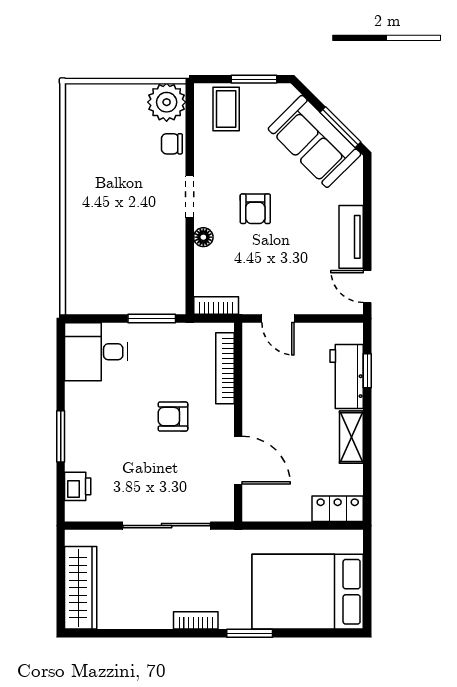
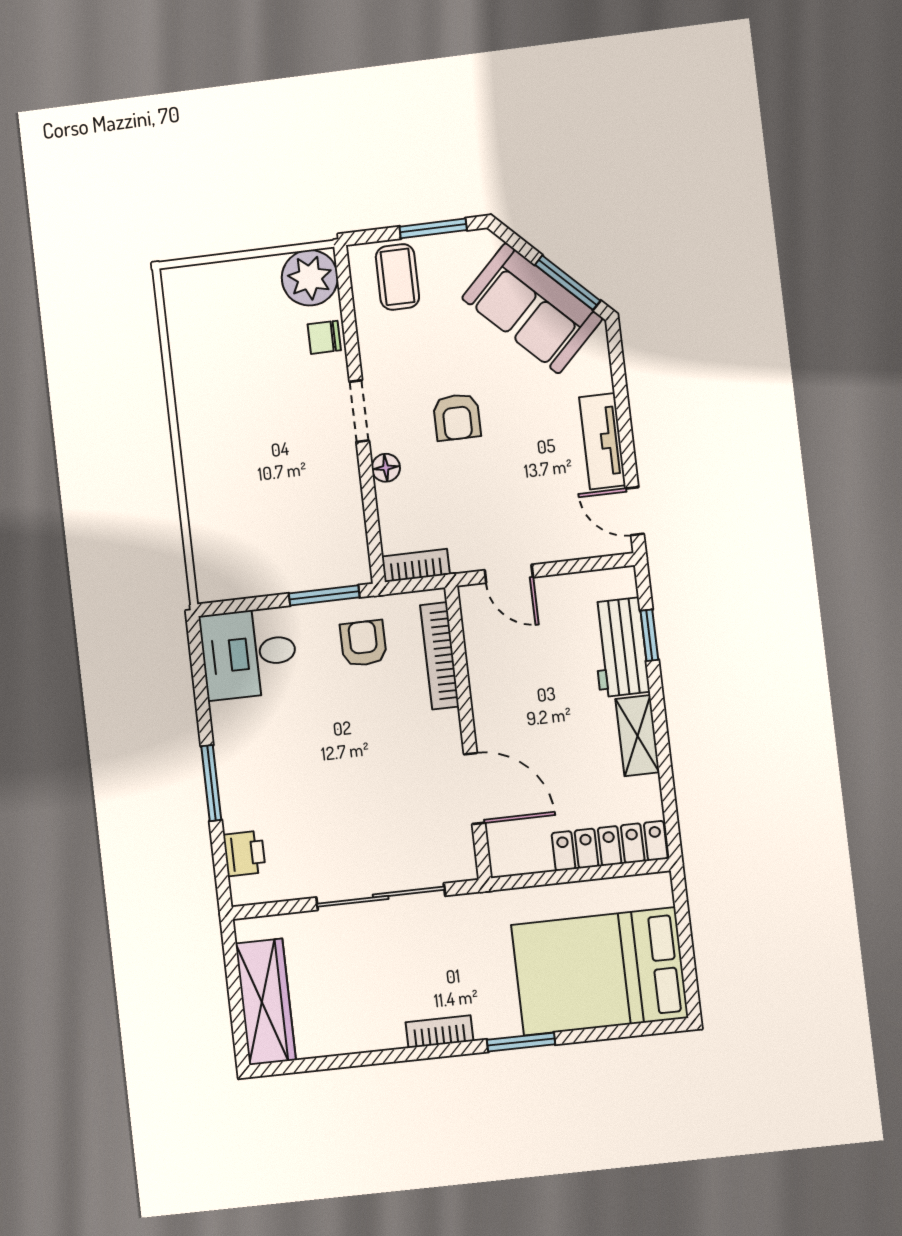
armchair: (173, 417) -> (363, 643), moved, turned 90
locker: (338, 509) -> (610, 846), width x1.53

